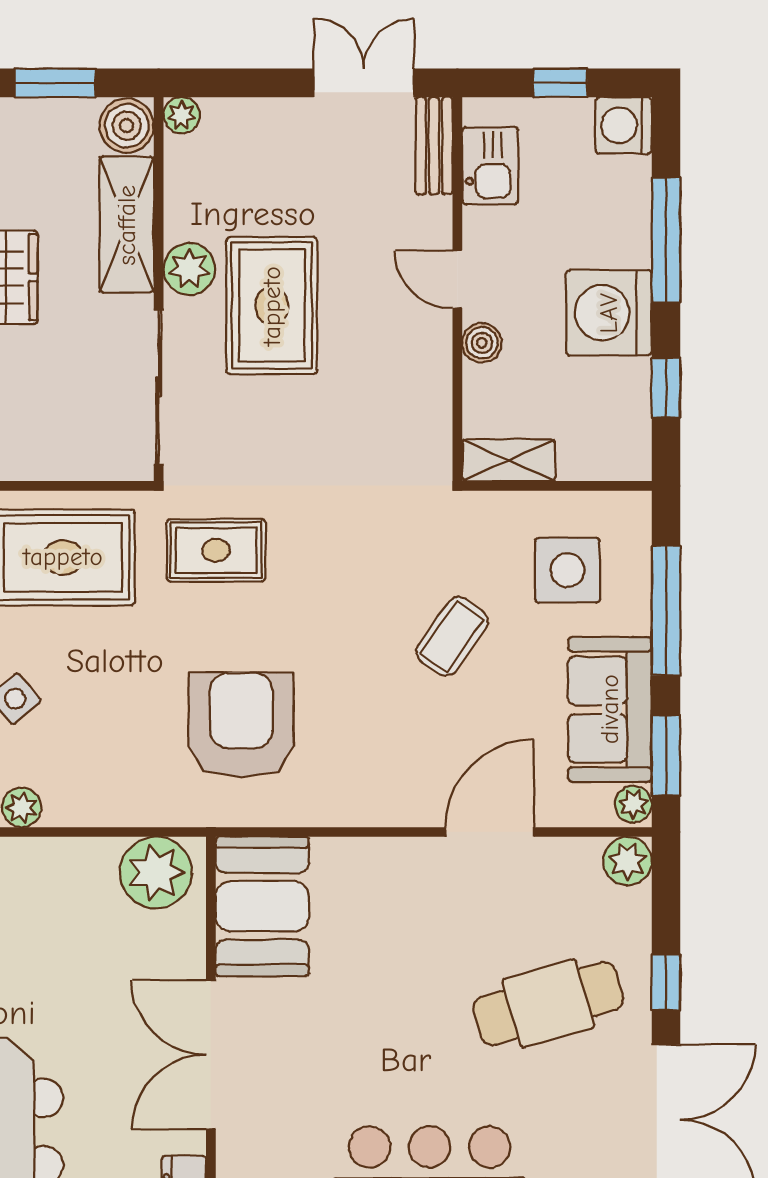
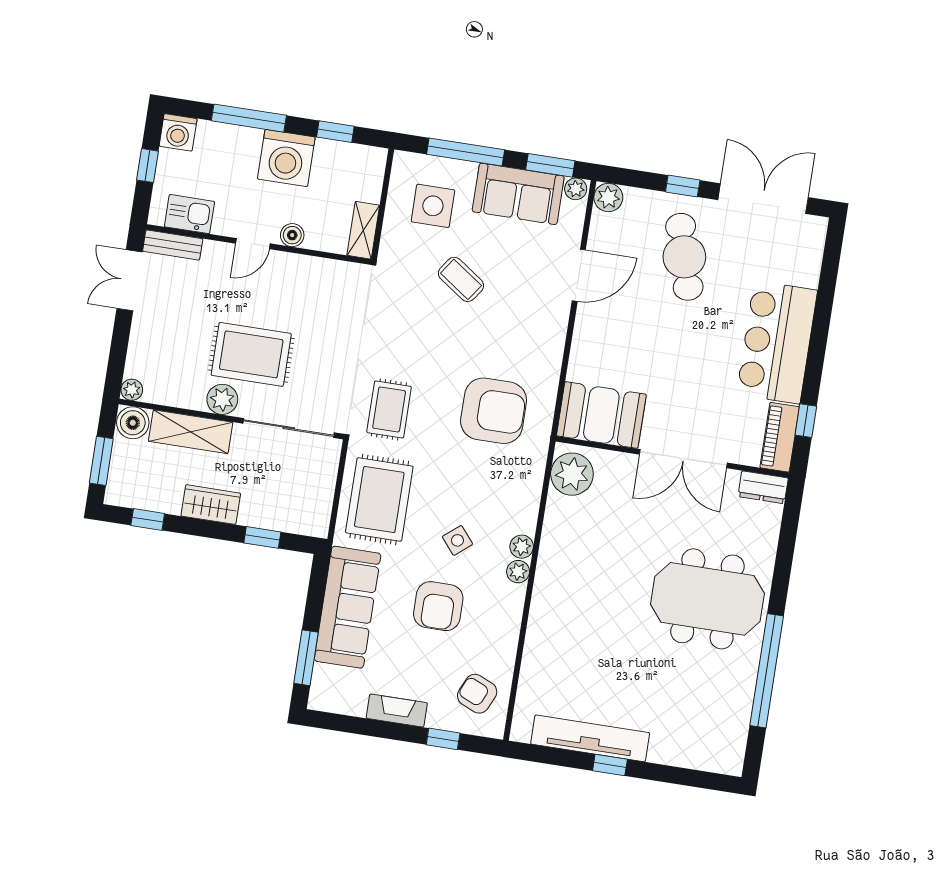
armchair: (241, 725) -> (494, 411), turned 180
door: (490, 832) -> (579, 275), swing flipped

